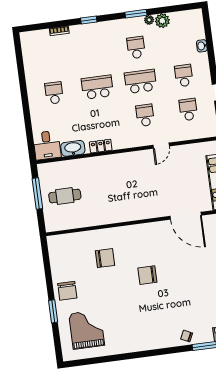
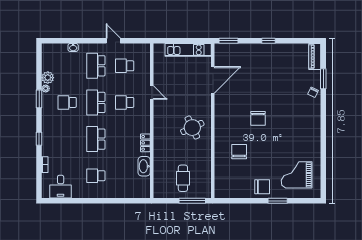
school desk: (184, 76) -> (96, 66), width x1.85
desk: (47, 145) -> (61, 187), moved, turned 90
window: (37, 193) -> (192, 201), moved
round table: (126, 199) -> (192, 128), added

